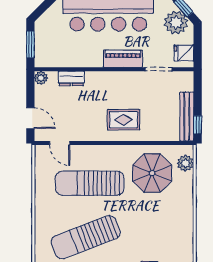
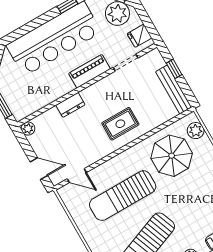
dresser: (71, 78) -> (70, 105), moved
window: (198, 125) -> (174, 69), moved

